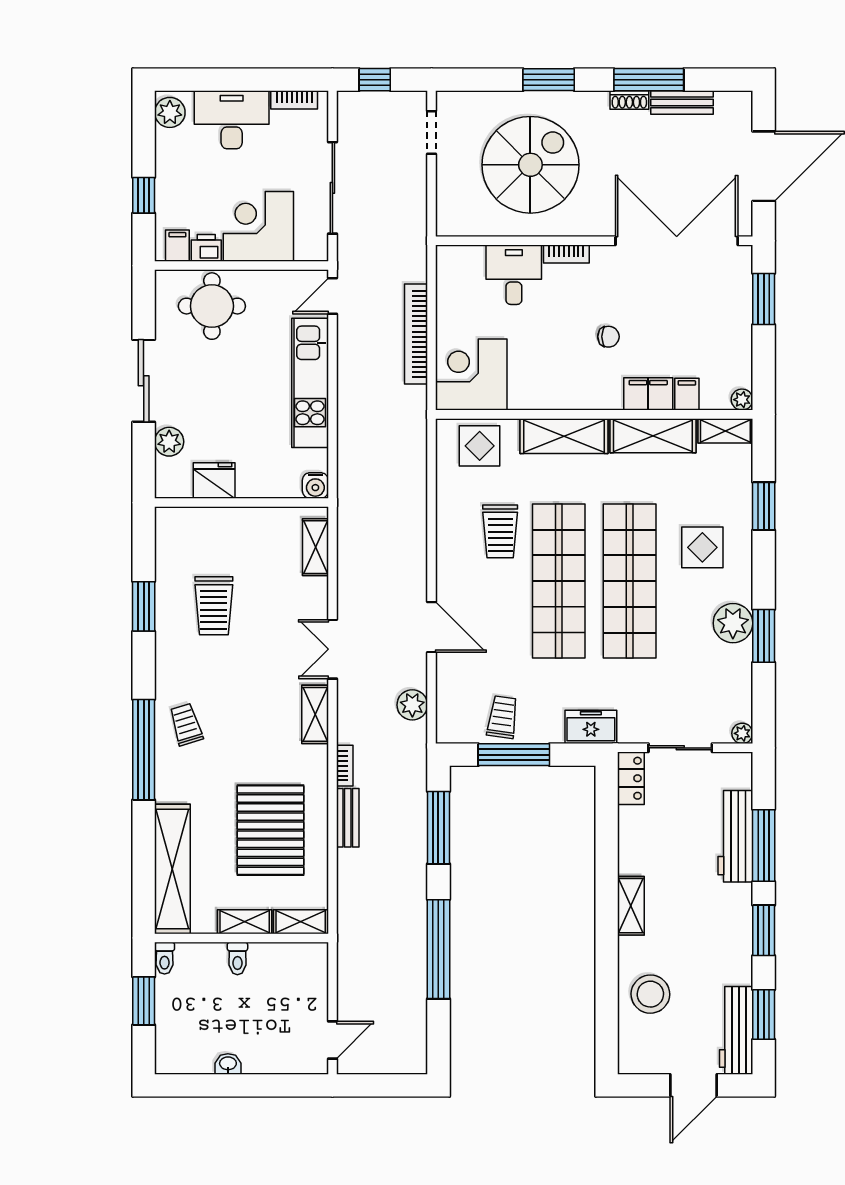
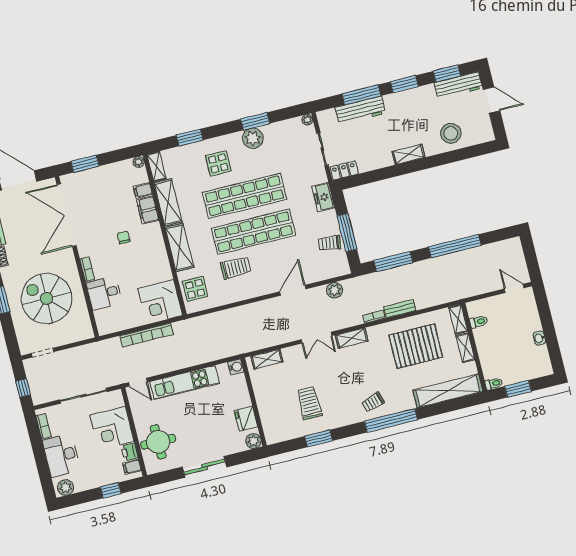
plant: (169, 442) -> (253, 441), moved
trolley: (214, 606) -> (309, 403), turned -90
toilet: (237, 958) -> (479, 322), moved

